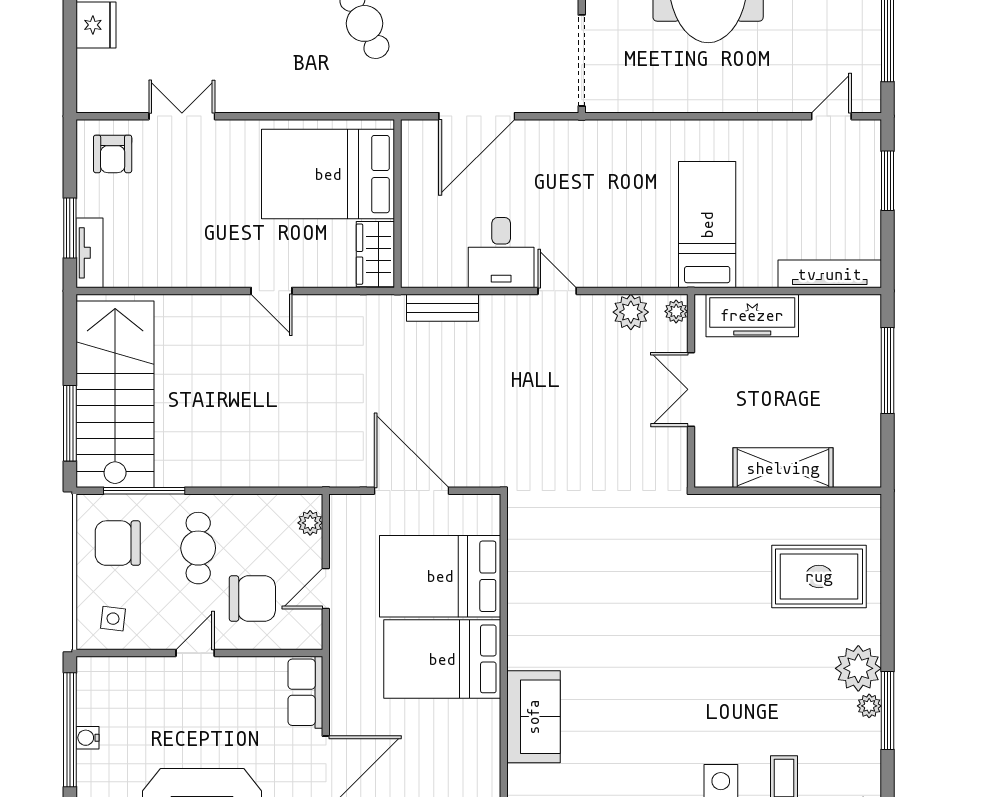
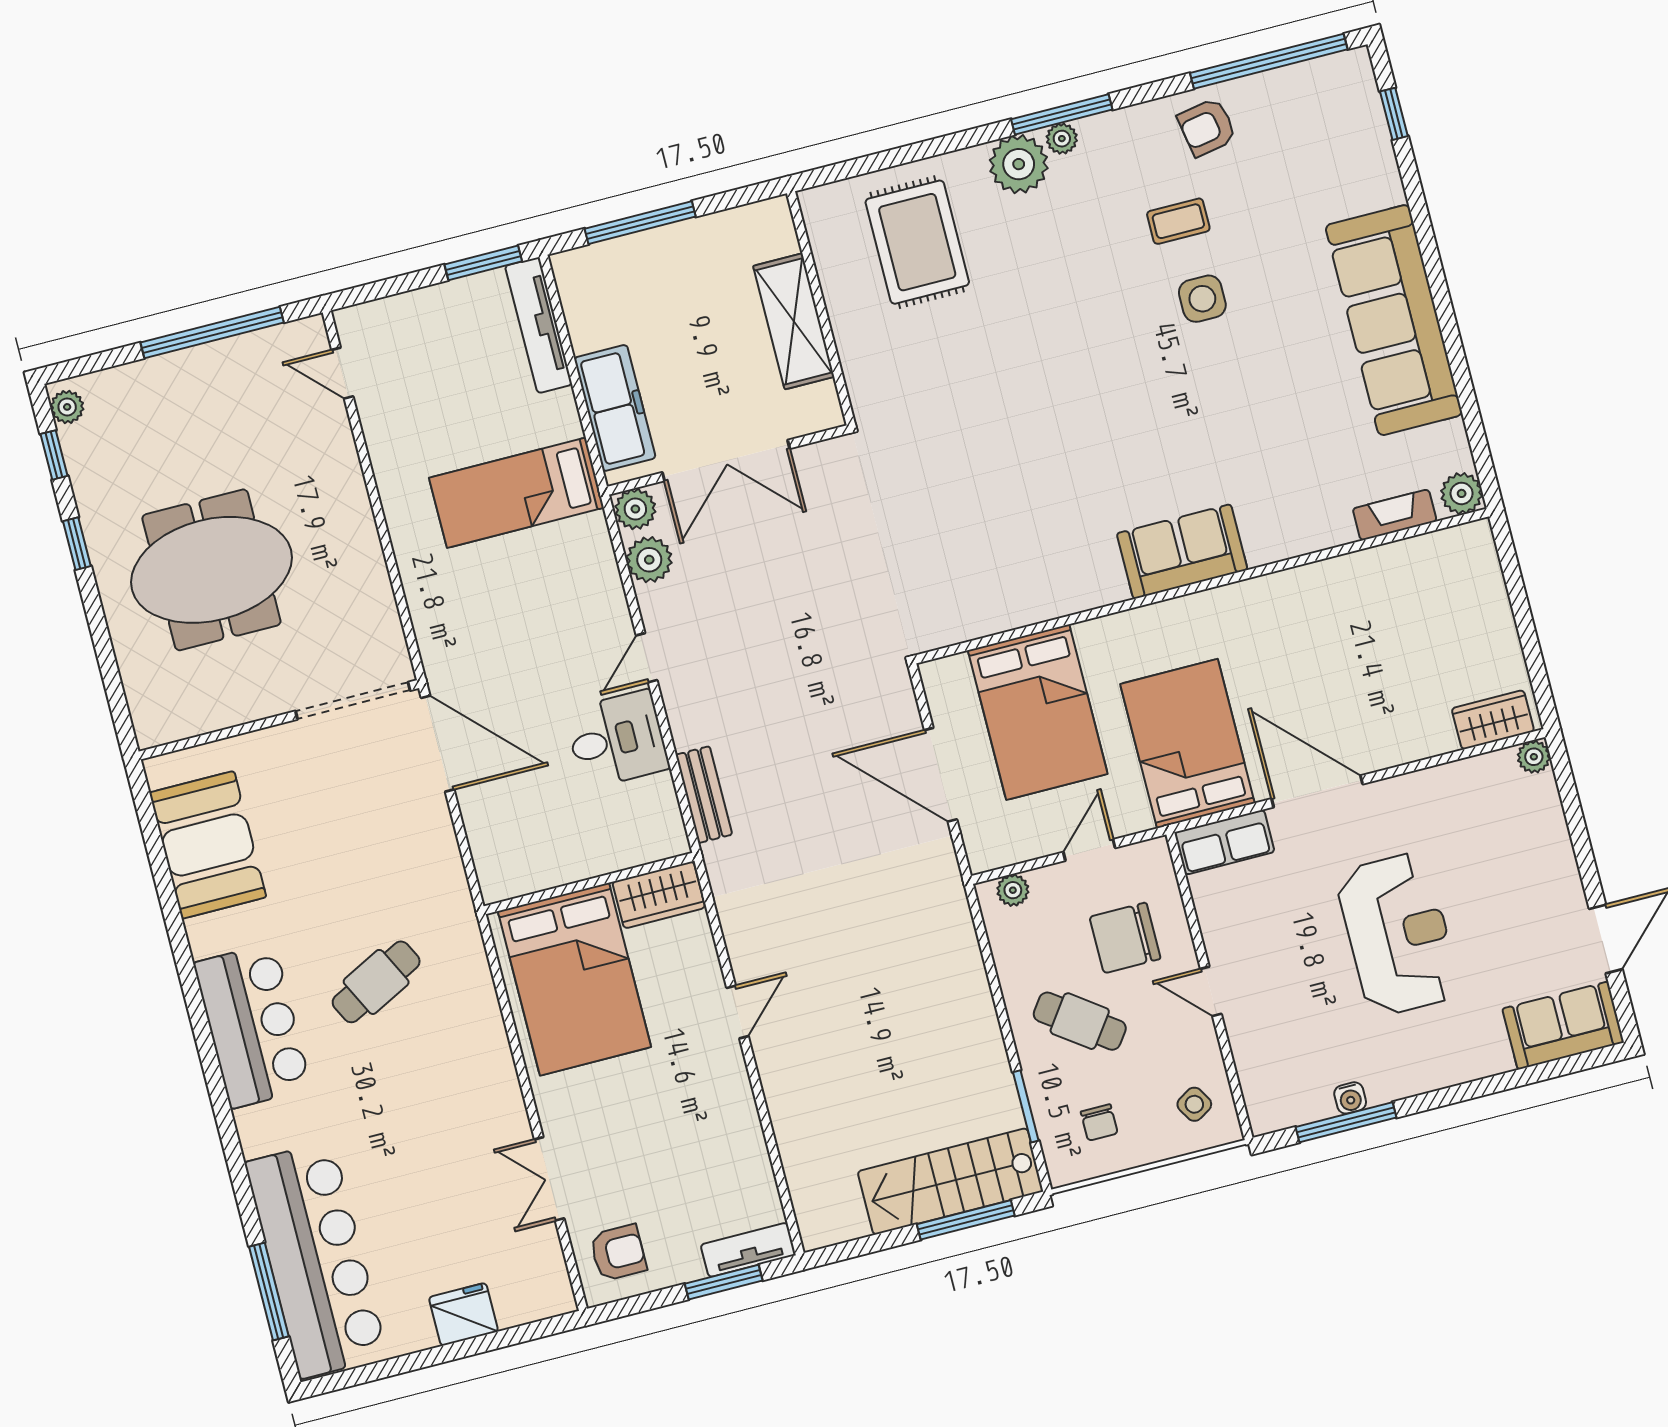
door: (477, 116) -> (438, 744), moved
window: (888, 181) -> (483, 263), moved
plant: (676, 311) -> (635, 509), width x1.38, depth x1.38
double door: (691, 389) -> (726, 460), width x1.37
stairs: (115, 394) -> (950, 1181), width x0.73, depth x0.66
window: (144, 491) -> (1026, 1106), width x0.69
door: (411, 491) -> (941, 775), hinge flipped
chair: (118, 543) -> (1099, 1122), width x0.54, depth x0.54
cafe table: (198, 548) -> (1080, 1021), turned 36
door: (326, 589) -> (1089, 850), swing flipped
chair: (252, 599) -> (1125, 938), turned -90
side table: (113, 619) -> (1194, 1104), turned -38
bed: (442, 659) -> (1187, 744), moved, turned 180
window: (70, 730) -> (1346, 1122), width x0.68

